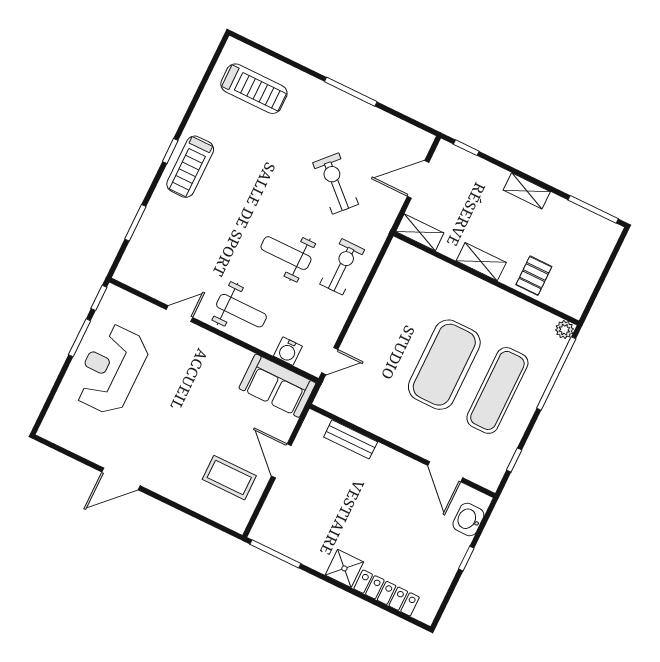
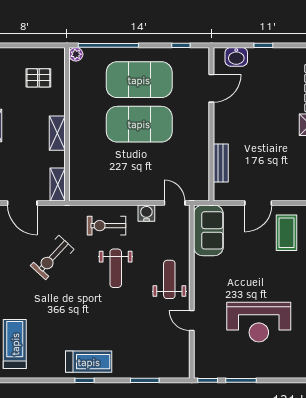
pallet: (534, 276) -> (38, 78), moved
water cooler: (288, 351) -> (146, 213), moved, turned -90
reception desk: (111, 369) -> (259, 322), moved
exercise mat: (497, 390) -> (139, 80), width x1.47

